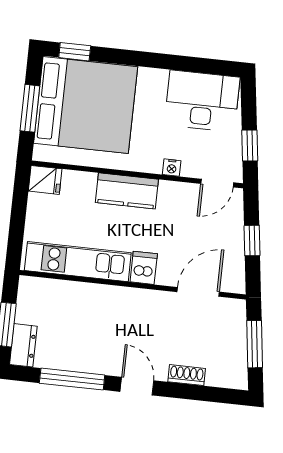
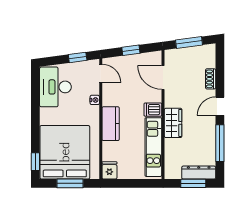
wardrobe: (116, 301) -> (173, 123), added
dresser: (23, 345) -> (199, 173), width x1.44

